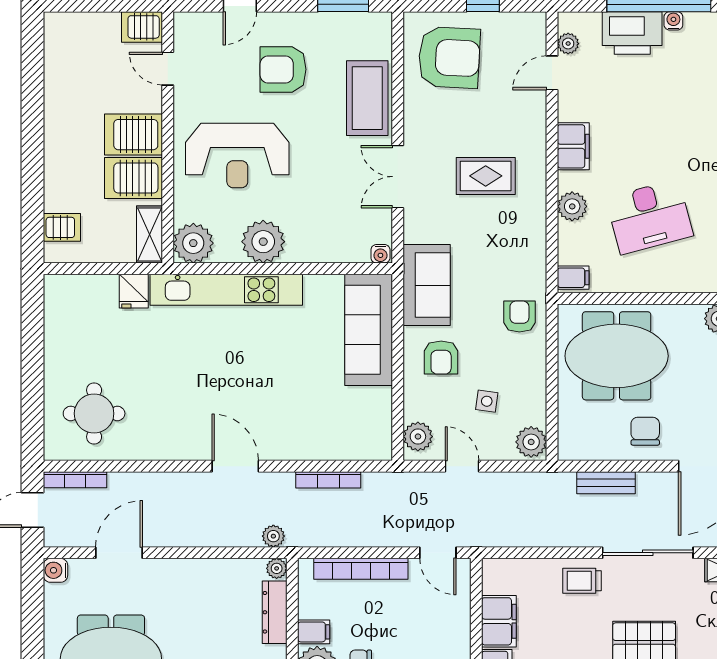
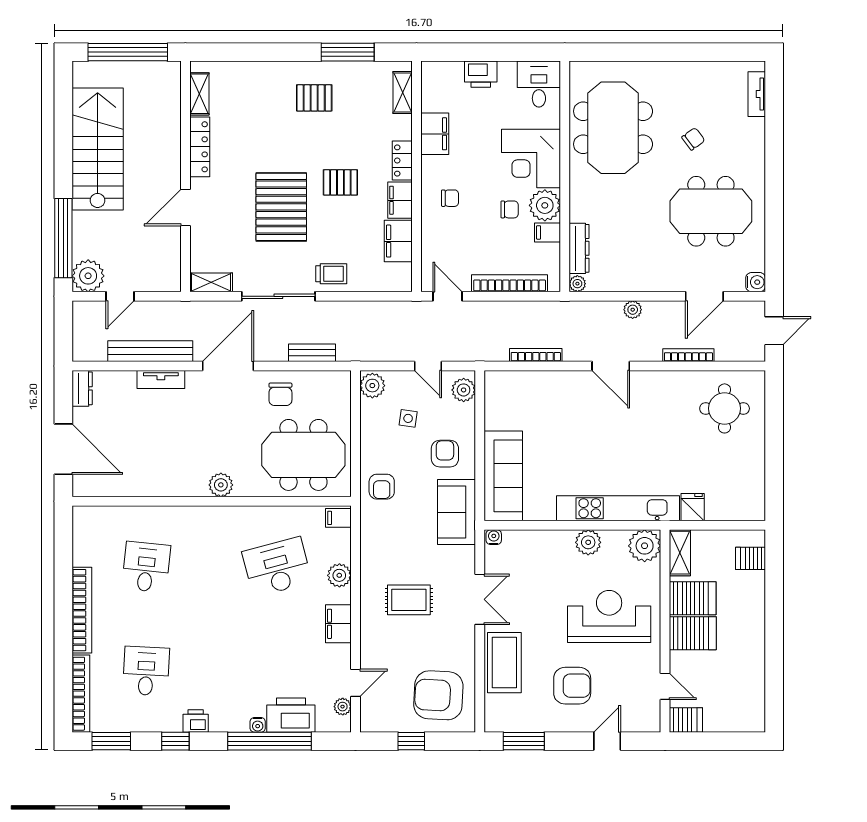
plant: (263, 242) -> (588, 542), width x0.73, depth x0.73
bookcase: (75, 480) -> (688, 355), moved
plant: (273, 536) -> (633, 310), moved

